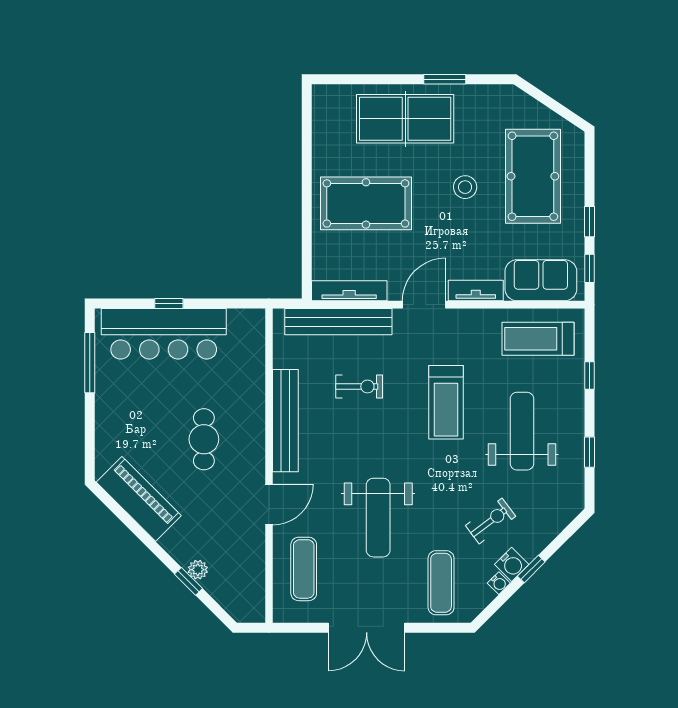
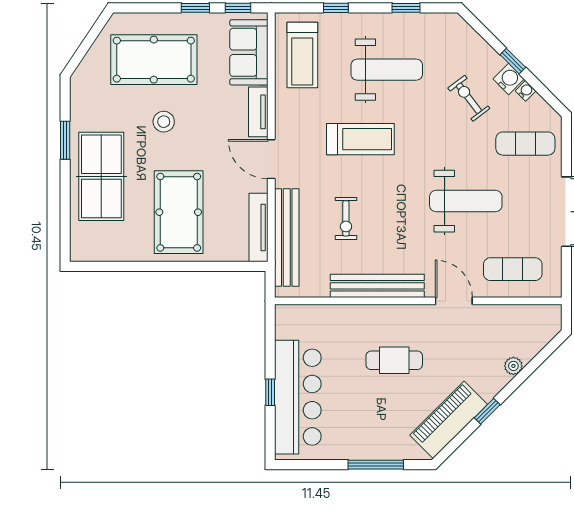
window: (90, 363) -> (376, 465), moved
exercise bike: (359, 386) -> (346, 218), turned 180
weight bench: (522, 431) -> (387, 70), turned 180
window: (189, 581) -> (487, 411), moved

